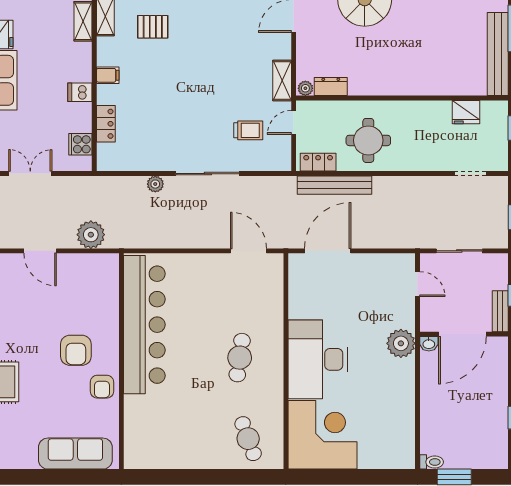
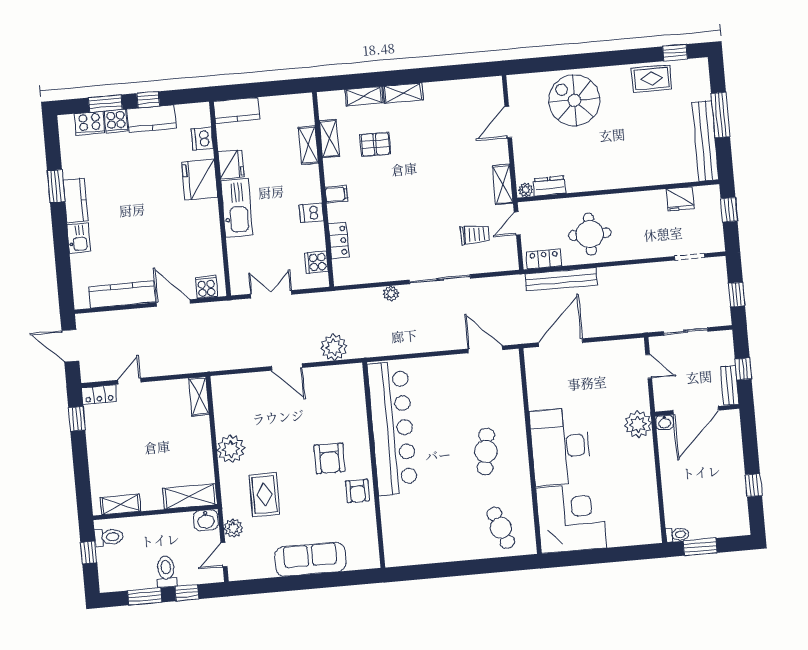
sofa: (75, 454) -> (310, 559), moved

